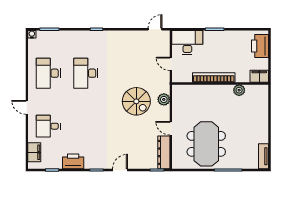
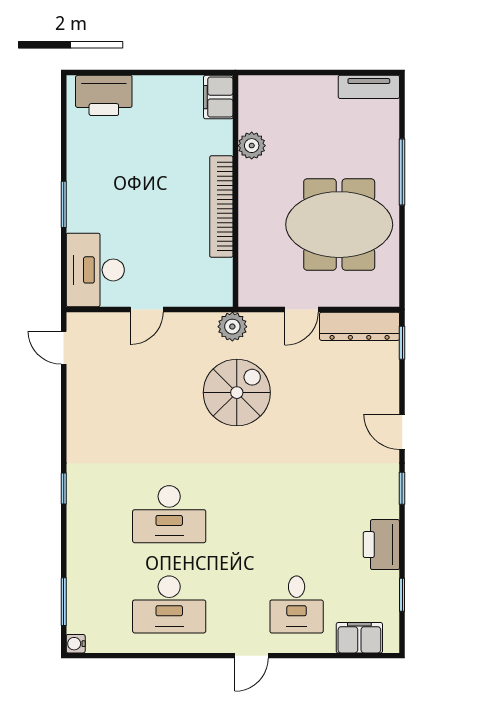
filing cabinet: (259, 76) -> (218, 97), moved
bookcase: (214, 78) -> (221, 207), moved
wall: (220, 83) -> (235, 191), moved
plant: (239, 90) -> (252, 146), moved

